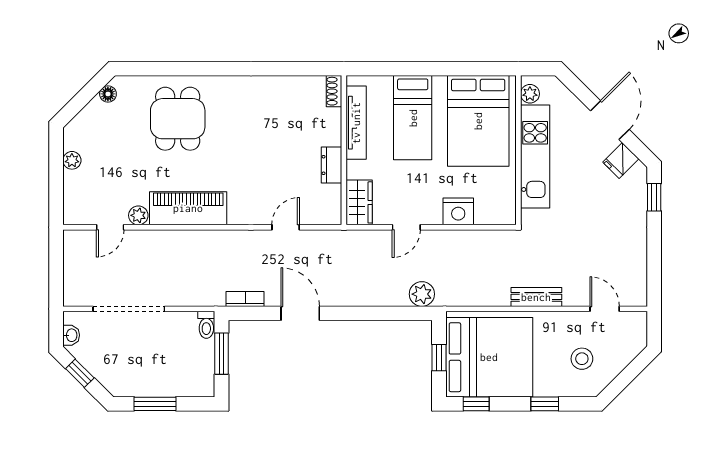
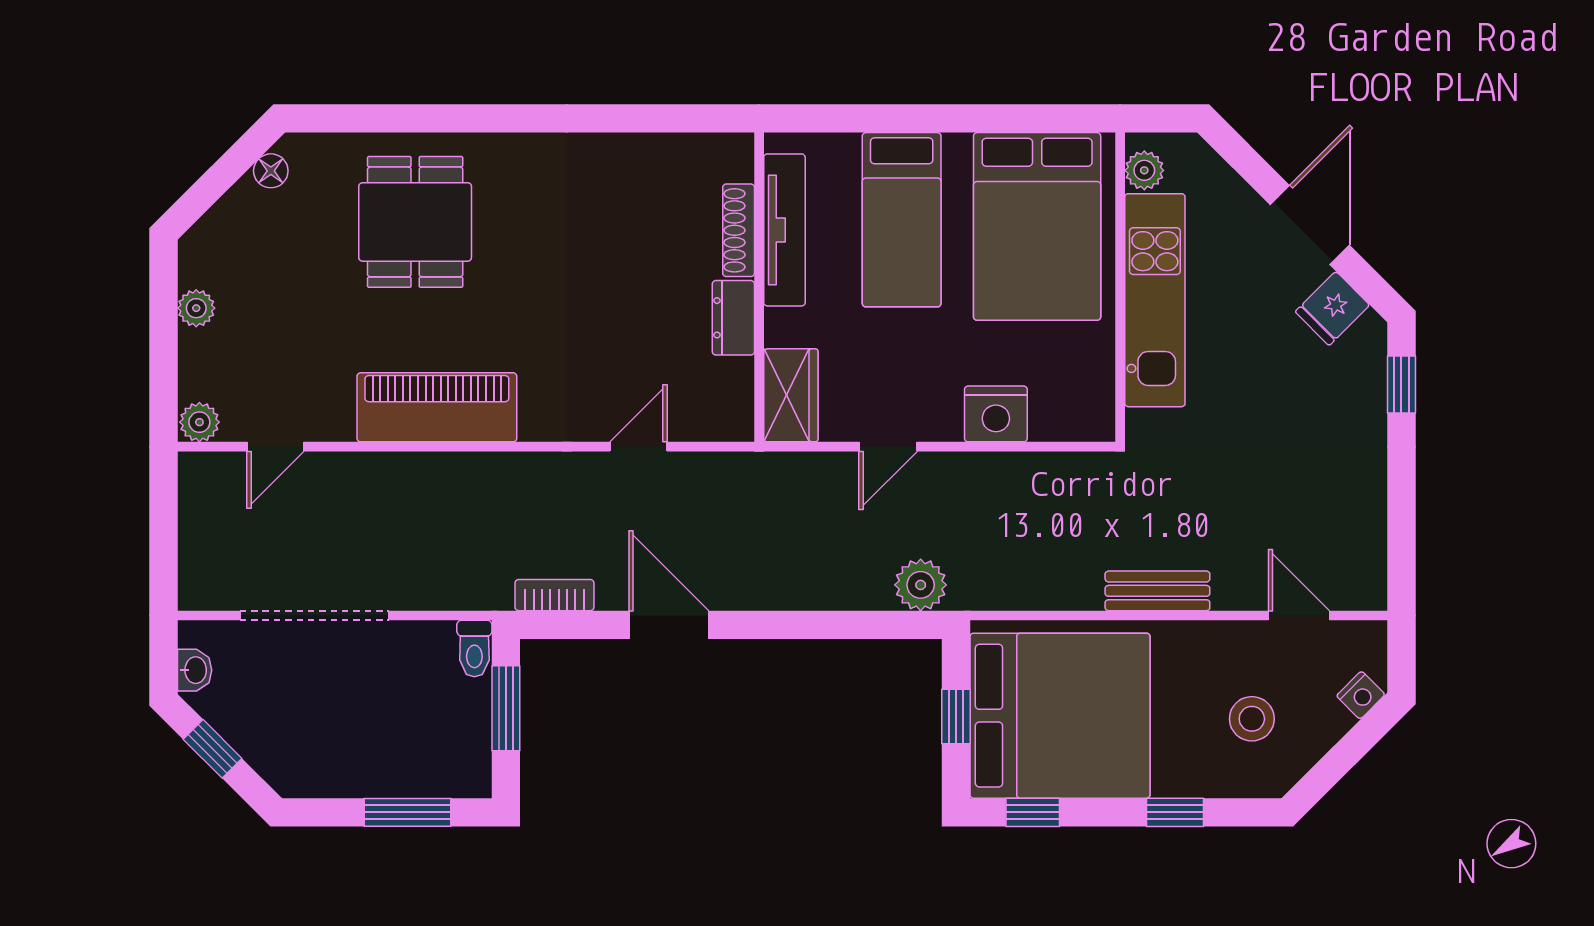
shoe rack: (334, 91) -> (739, 230), moved, width x1.43
plant: (138, 215) -> (199, 422), moved
nightstand: (634, 347) -> (1361, 695), added
window: (155, 404) -> (408, 812), moved

